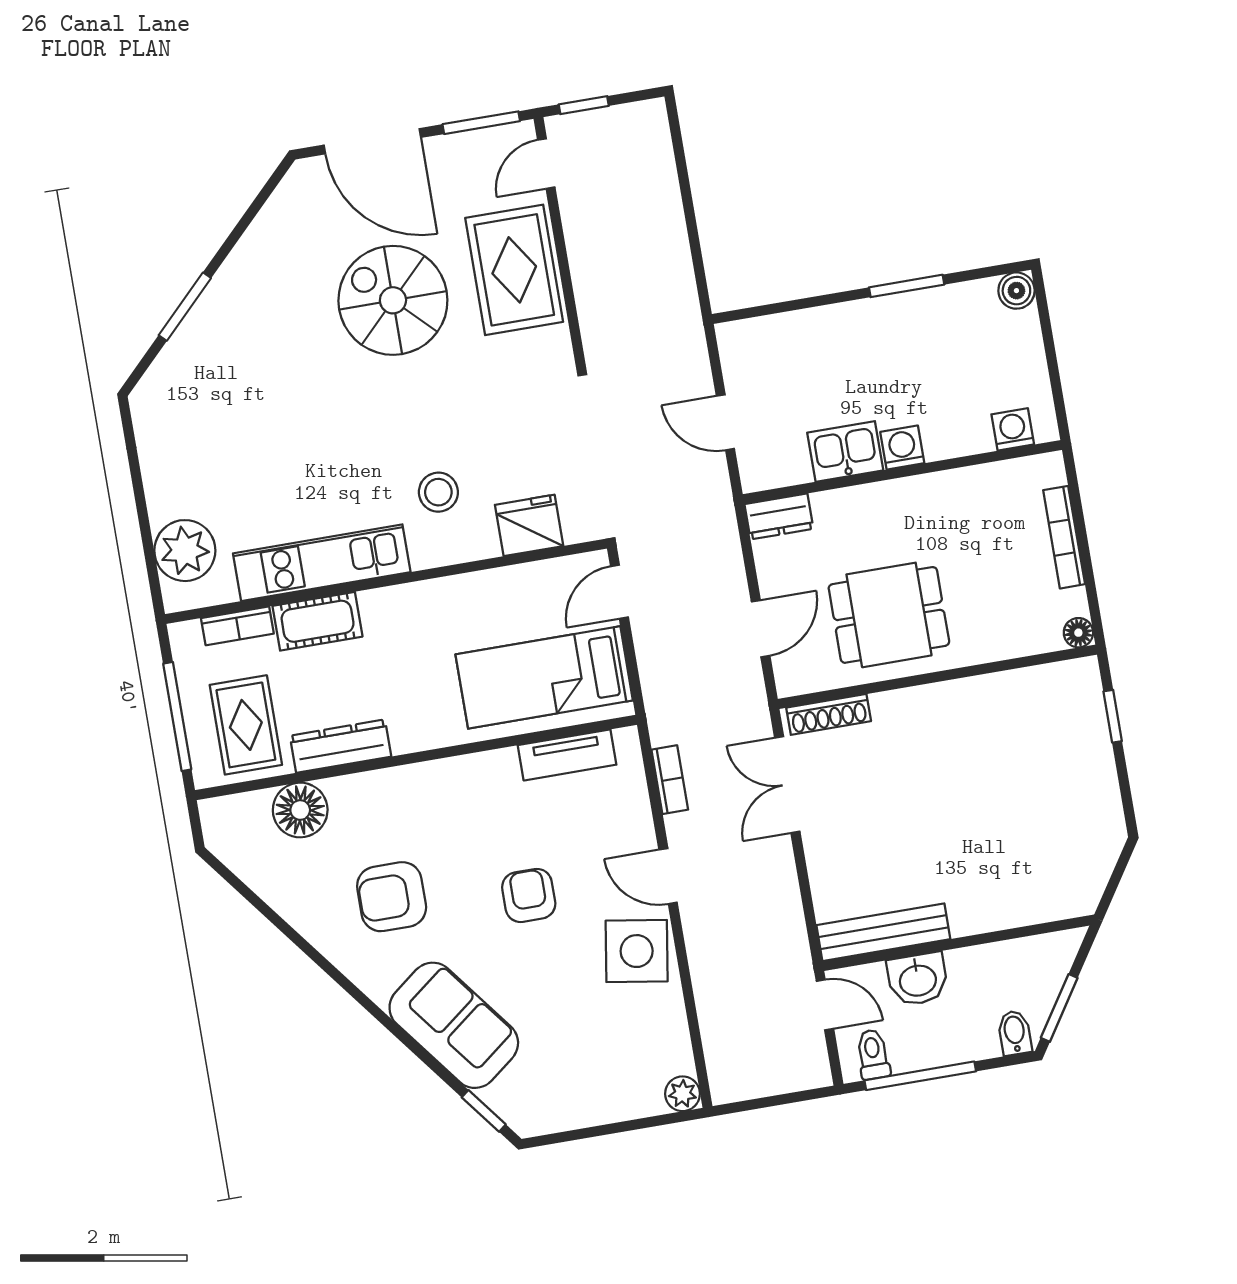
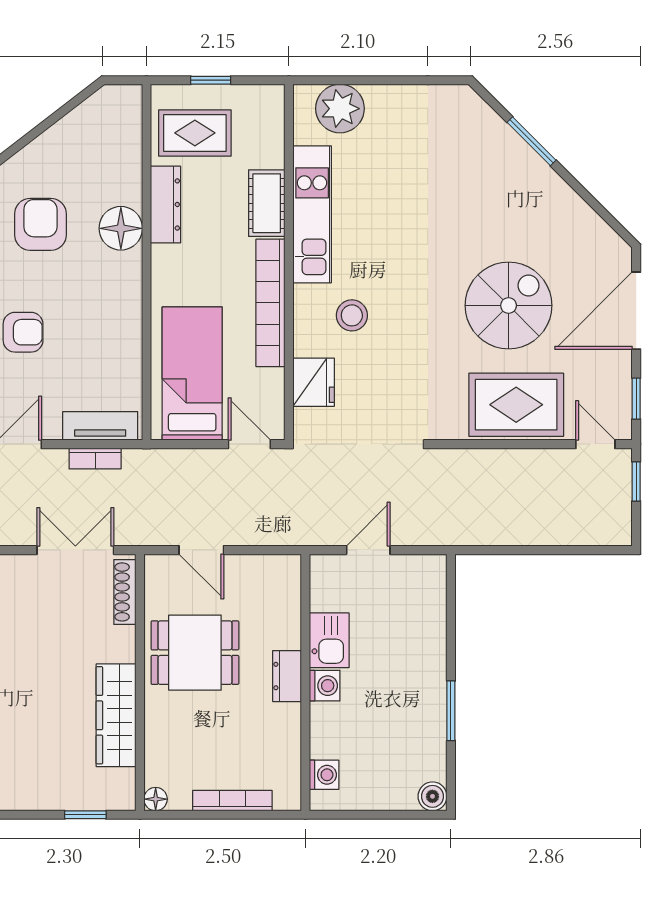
window: (481, 123) -> (636, 399), width x0.67
dresser: (779, 516) -> (287, 676), moved
dining table: (889, 615) -> (195, 653), turned 90
bookcase: (237, 626) -> (270, 303), moved, width x2.31, depth x1.31
wardrobe: (983, 699) -> (116, 715), added
window: (177, 717) -> (211, 80), width x0.46
tv unit: (567, 755) -> (100, 426), moved, turned 90
floor lamp: (300, 810) -> (121, 228), moved

